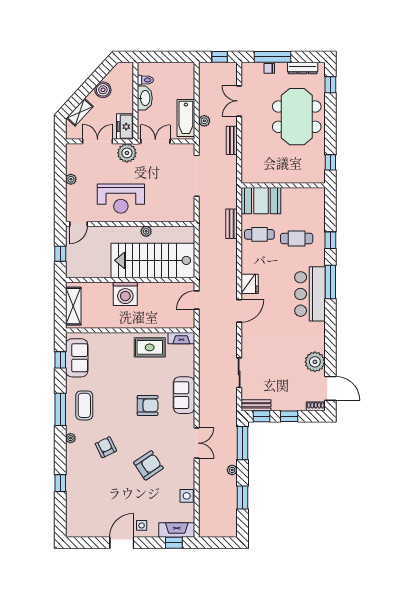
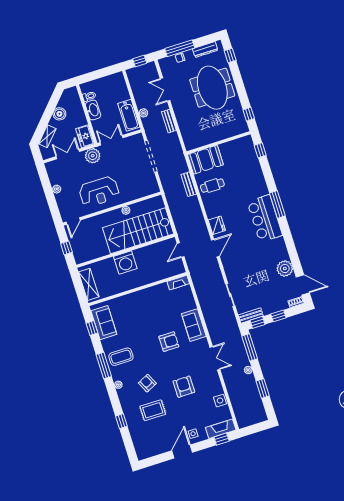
cafe table: (297, 239) -> (241, 180), removed
window: (330, 240) -> (260, 150), moved
rug: (150, 347) -> (153, 410), moved
coffee table: (84, 405) -> (121, 357), turned 90
armchair: (148, 465) -> (184, 387), turned -56

